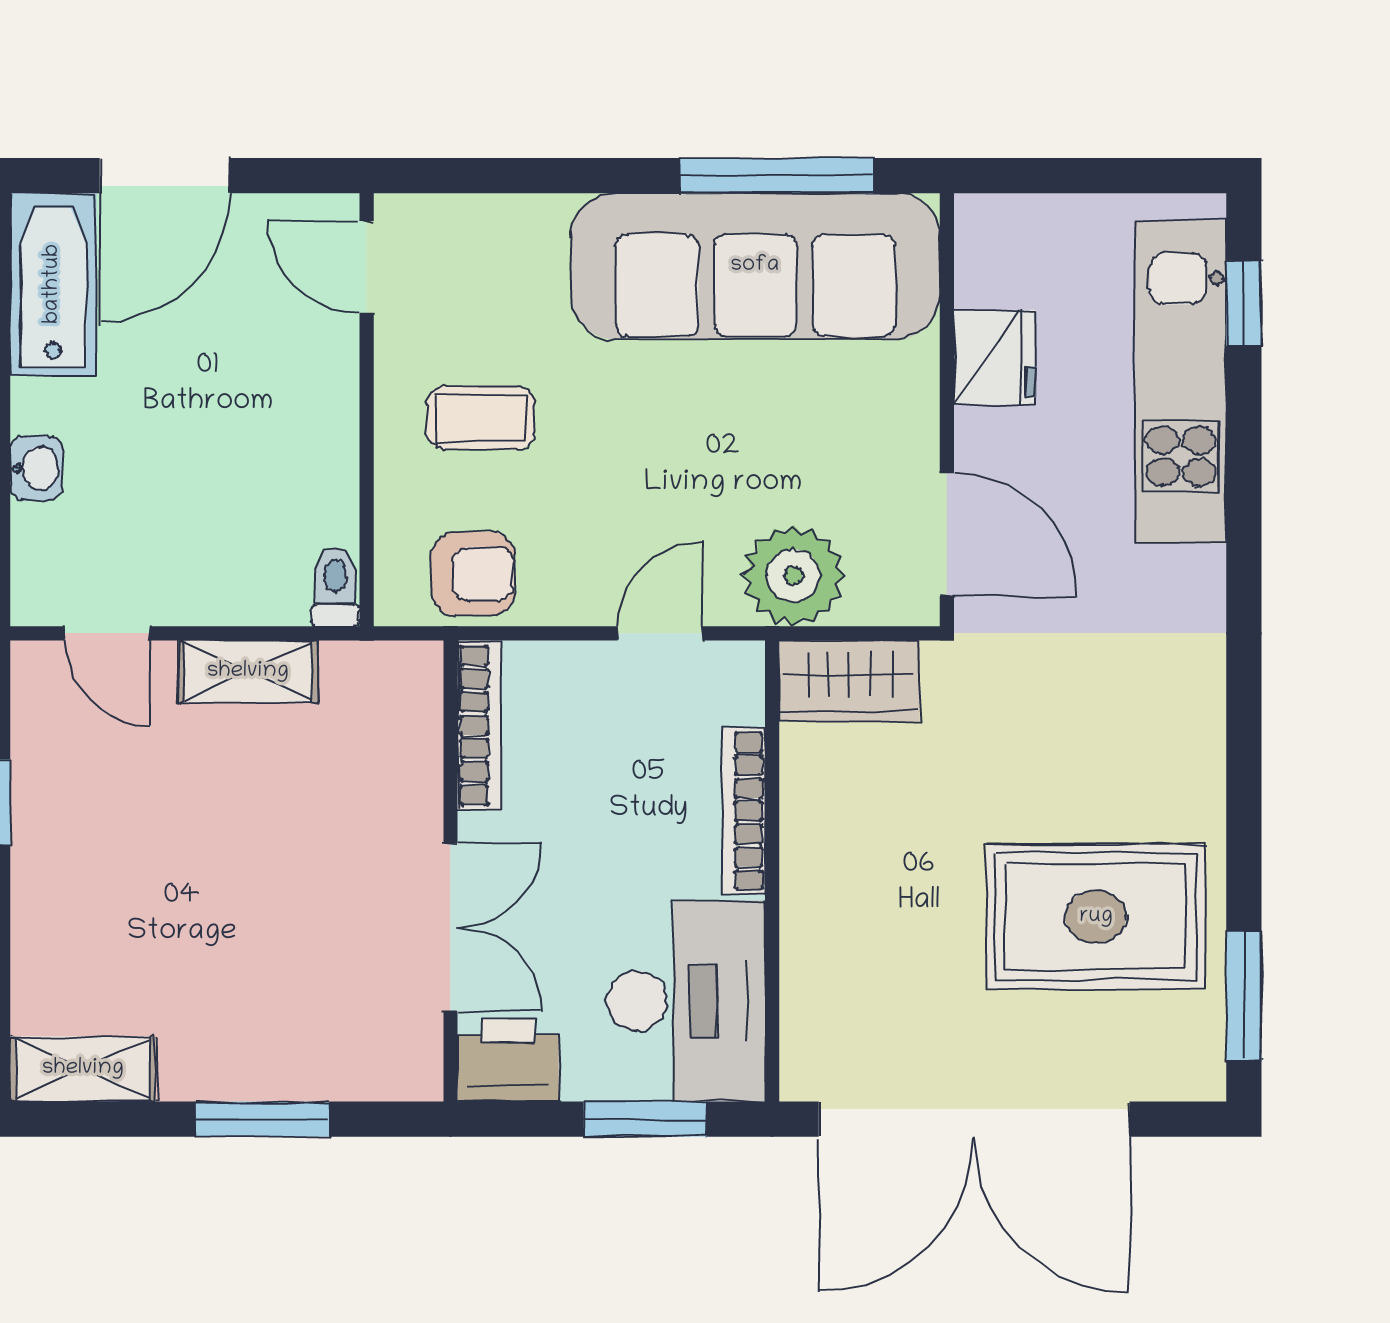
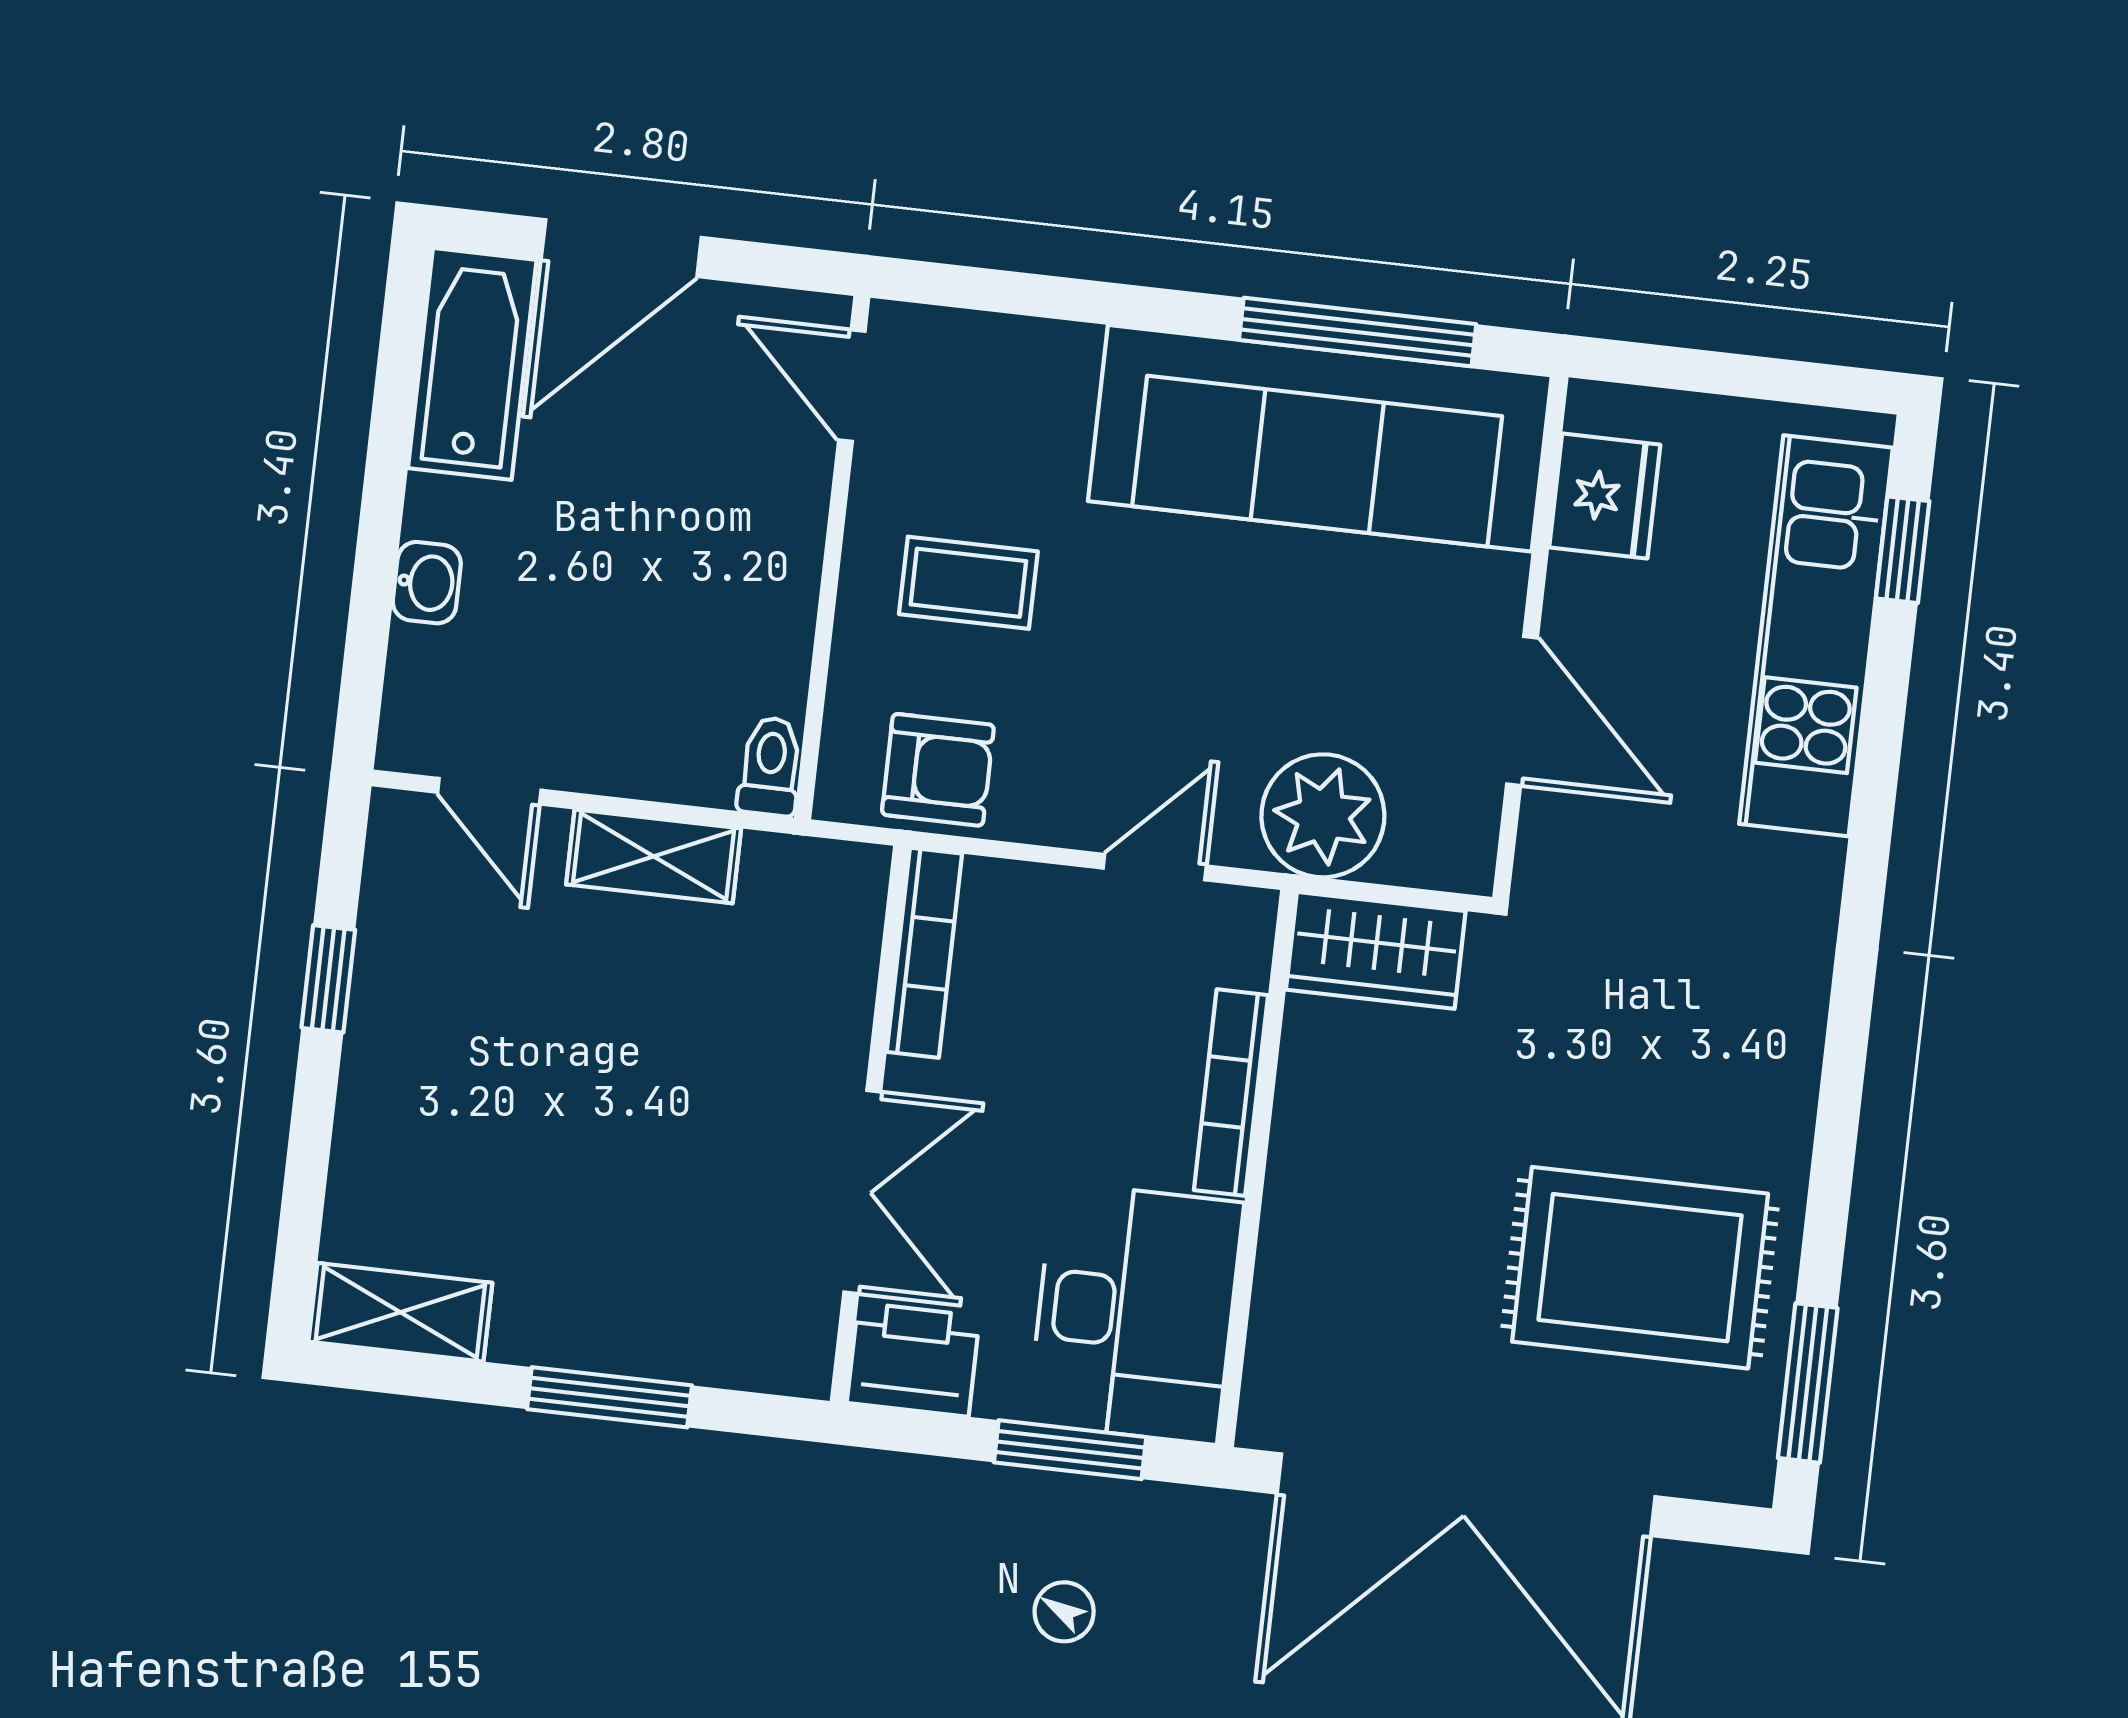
fridge: (995, 357) -> (1605, 496), moved
door: (947, 535) -> (1522, 711), moved

